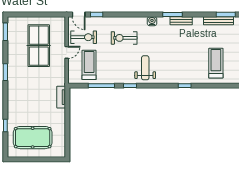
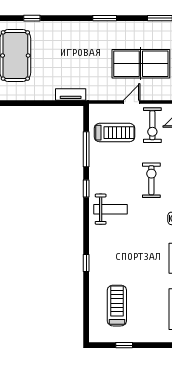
door: (67, 52) -> (132, 102), swing flipped
treadmill: (216, 63) -> (117, 306), turned -90

